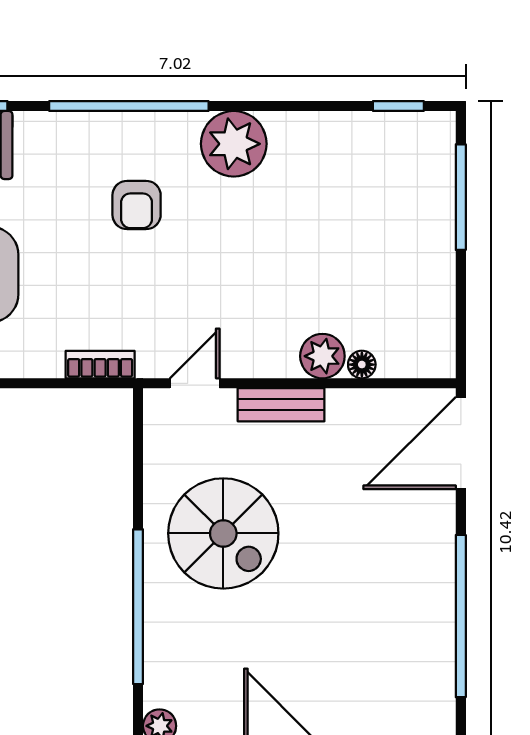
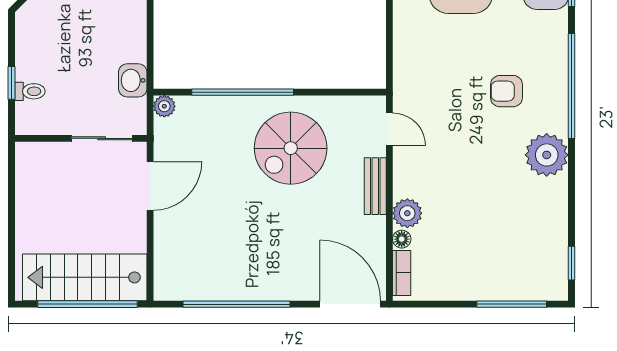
bookcase: (100, 365) -> (402, 273), moved

